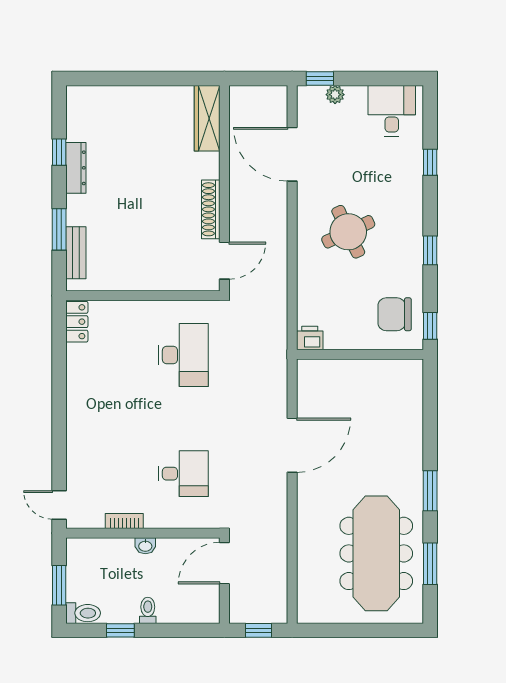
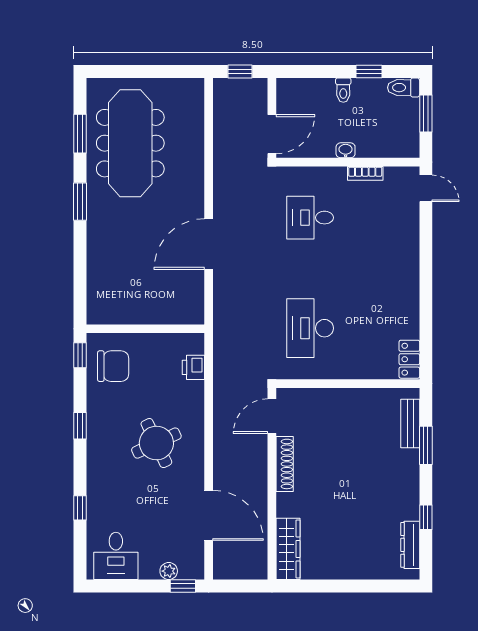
dresser: (76, 168) -> (410, 545), moved
printer: (310, 338) -> (193, 367), moved, turned 90

